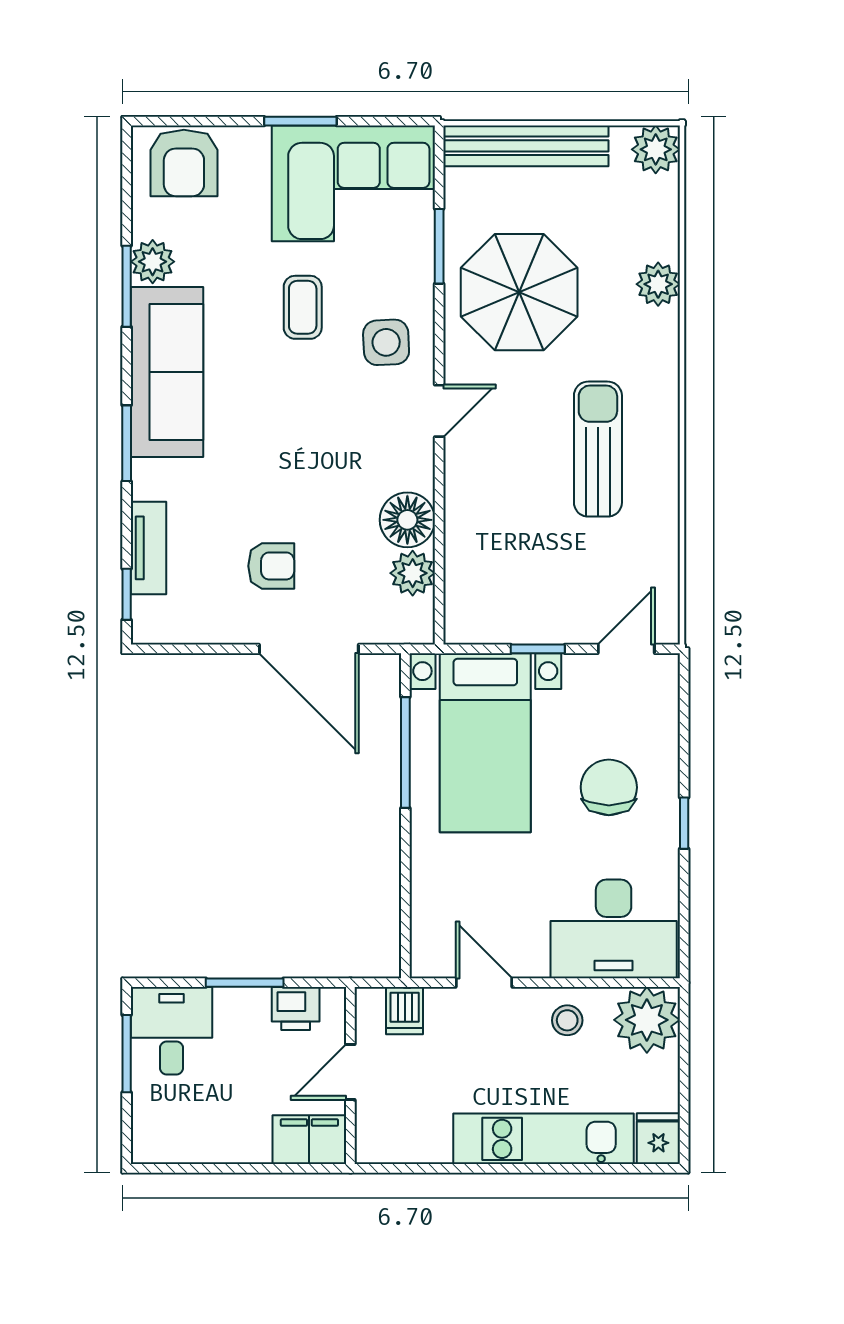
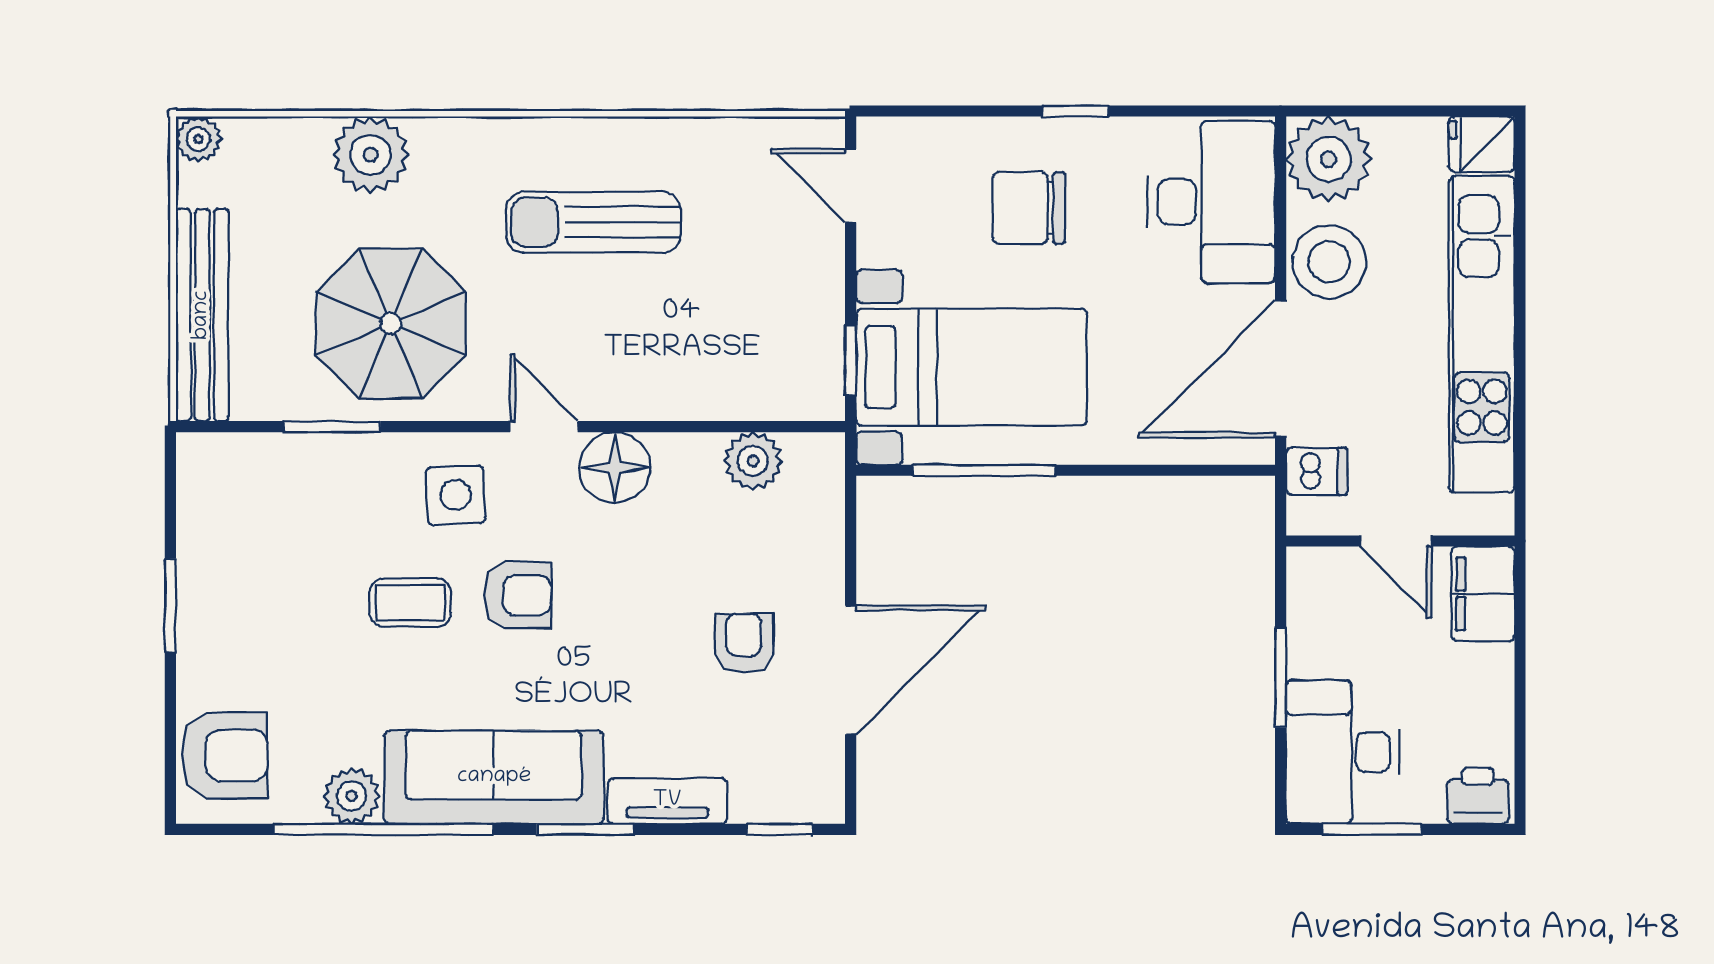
plant: (656, 149) -> (198, 139), width x0.73, depth x0.73
corner sofa: (353, 183) -> (251, 537), removed
plant: (658, 284) -> (370, 155), width x1.36, depth x1.36
window: (127, 286) -> (383, 829), width x2.11
armchair: (308, 391) -> (518, 595), added
floor lamp: (407, 520) -> (615, 468), moved
tv unit: (149, 548) -> (667, 801), moved
door: (309, 649) -> (851, 670), moved
window: (538, 649) -> (851, 360), moved
door: (484, 983) -> (1281, 369), width x1.87
printer: (296, 1009) -> (1478, 796), moved, turned -90
stool: (567, 1020) -> (1329, 262), width x1.89, depth x1.89
desk: (171, 1031) -> (1343, 752), width x1.37
kitchen unit: (544, 1139) -> (1482, 334), width x1.36

